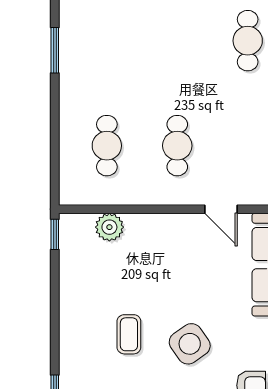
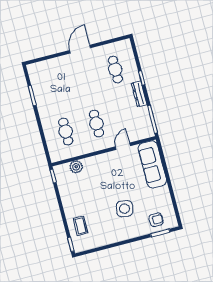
door: (221, 209) -> (123, 146), swing flipped
coffee table: (129, 334) -> (80, 226), moved
side table: (190, 344) -> (124, 209), turned 45

